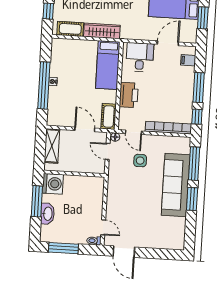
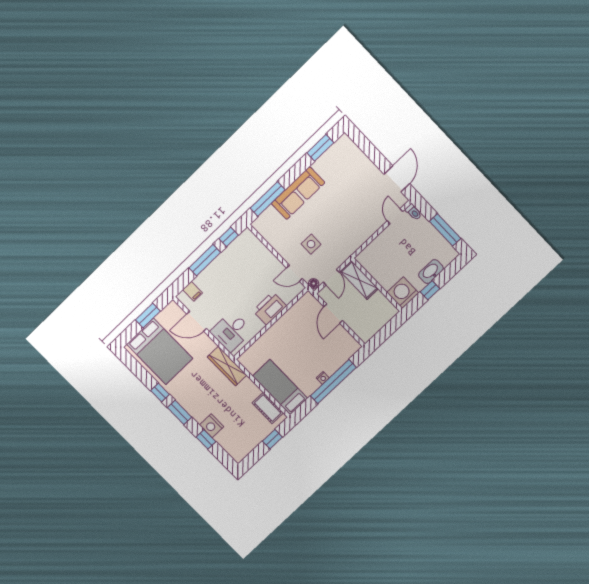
wardrobe: (102, 31) -> (227, 366), moved
bed: (108, 65) -> (280, 387), moved, turned -90
cot: (109, 116) -> (303, 306), removed
bookcase: (168, 128) -> (261, 250), removed
door: (133, 132) -> (294, 273), swing flipped
shelving: (52, 146) -> (359, 280), moved, turned 90
sofa: (176, 185) -> (298, 193), width x0.74, depth x0.79
window: (192, 199) -> (320, 148), moved
window: (37, 201) -> (430, 290), width x0.46

